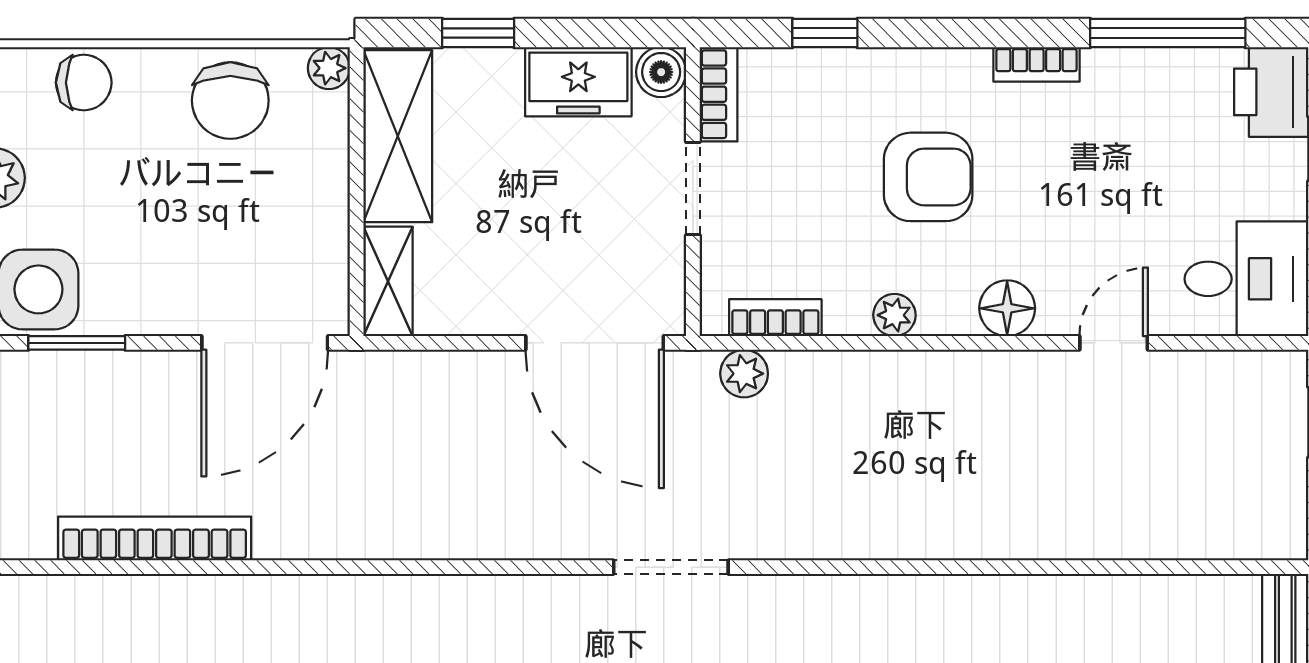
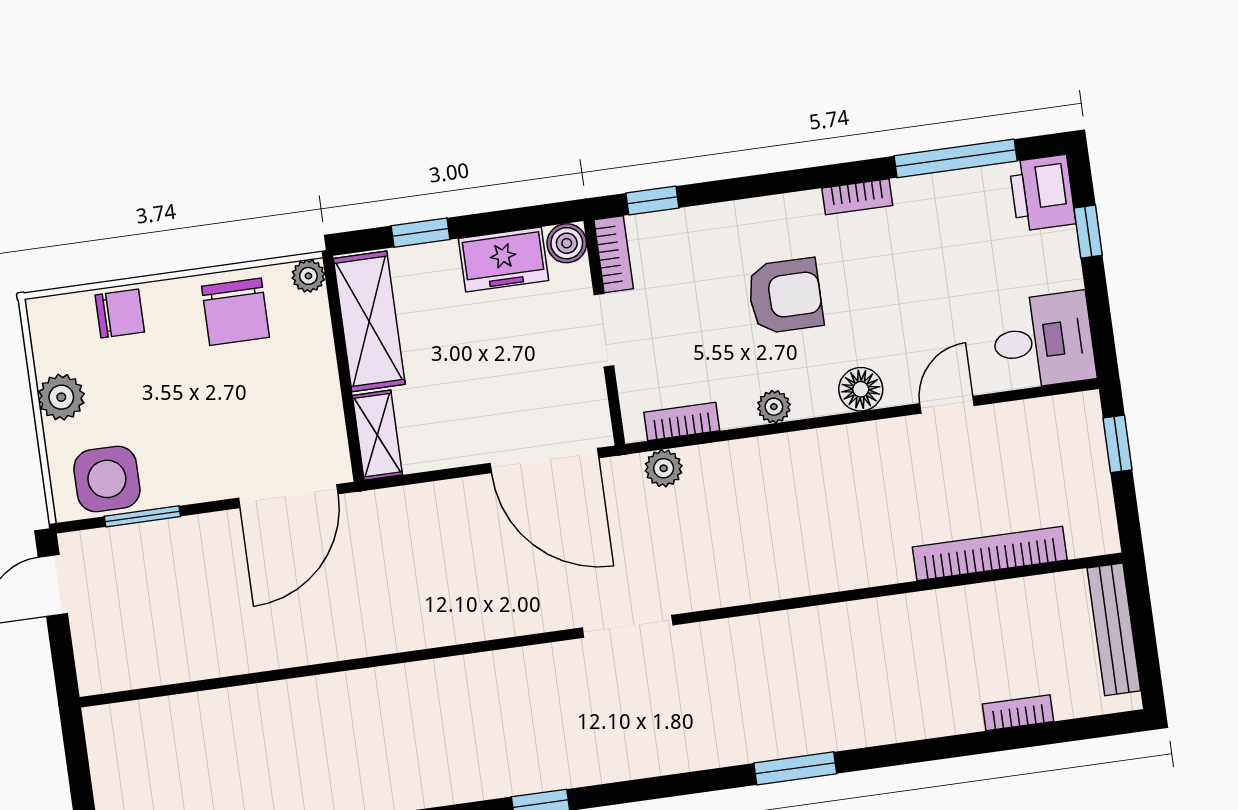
window: (825, 33) -> (652, 200), moved
bookcase: (155, 538) -> (990, 553), moved

